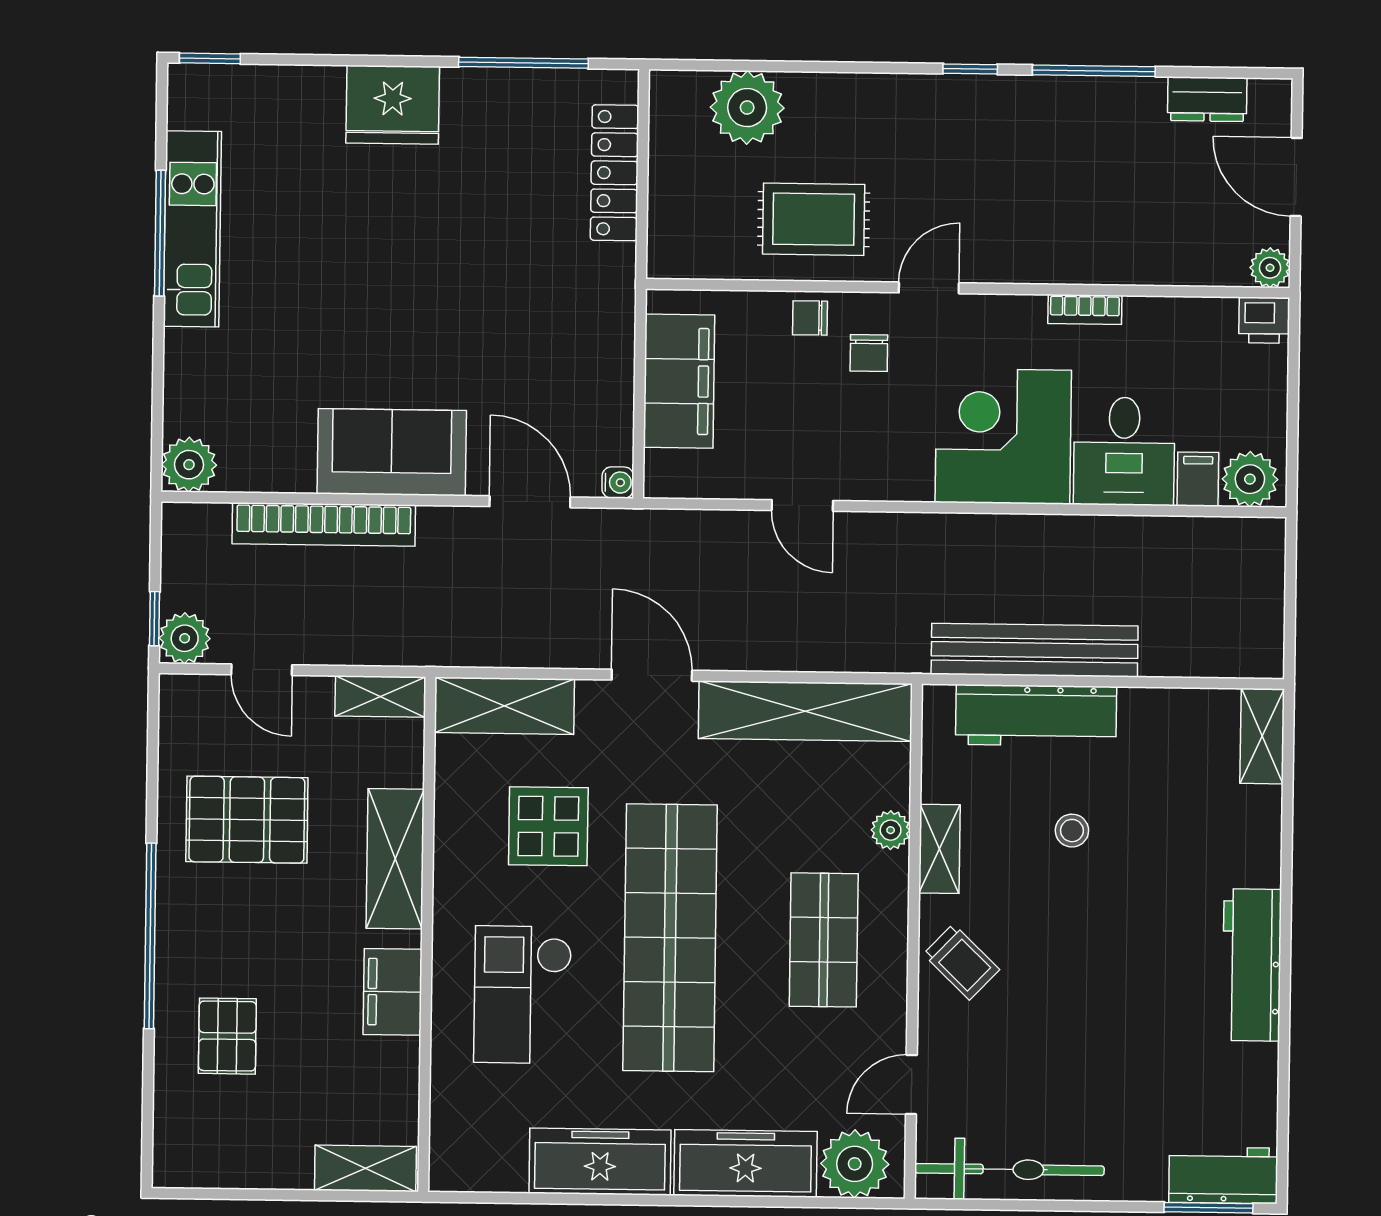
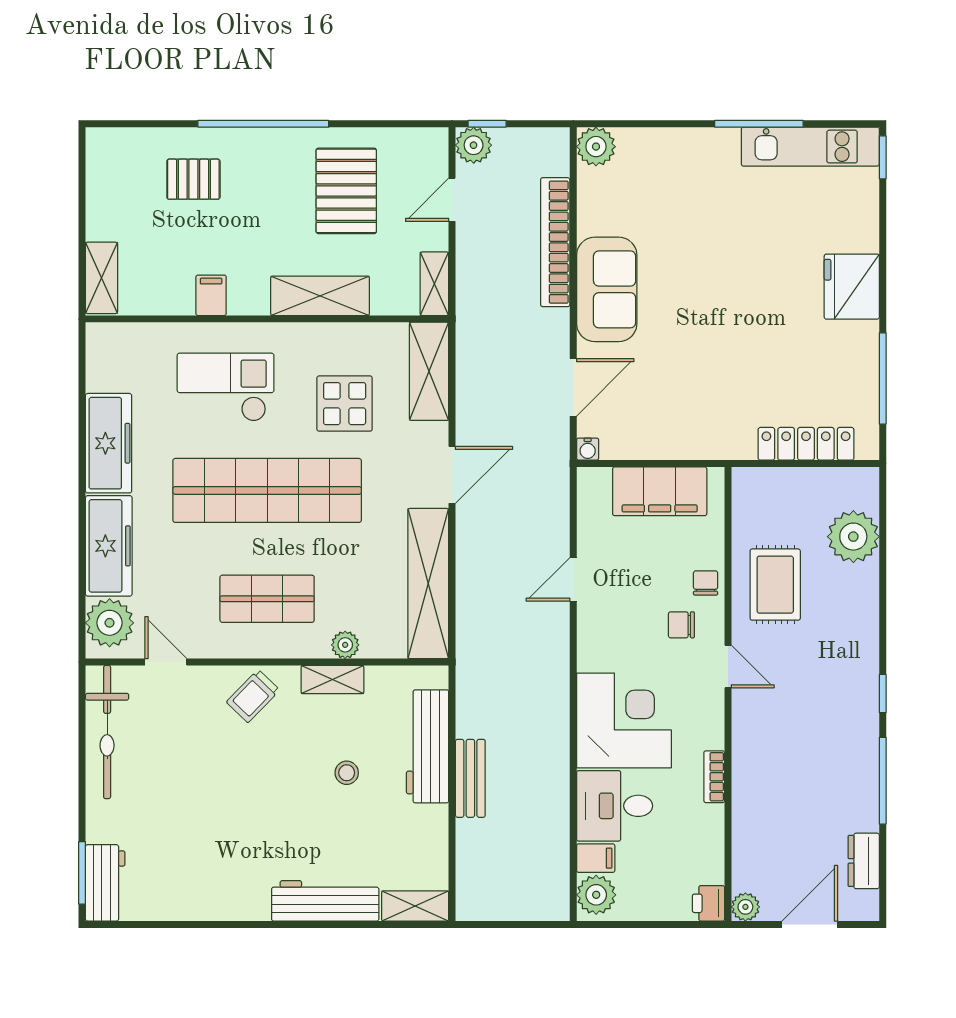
kitchen unit: (192, 229) -> (810, 147), moved
bench: (1035, 650) -> (470, 778), width x0.54, depth x0.82
workbench: (1252, 965) -> (325, 901), moved
filing cabinet: (393, 992) -> (211, 295), width x0.50

